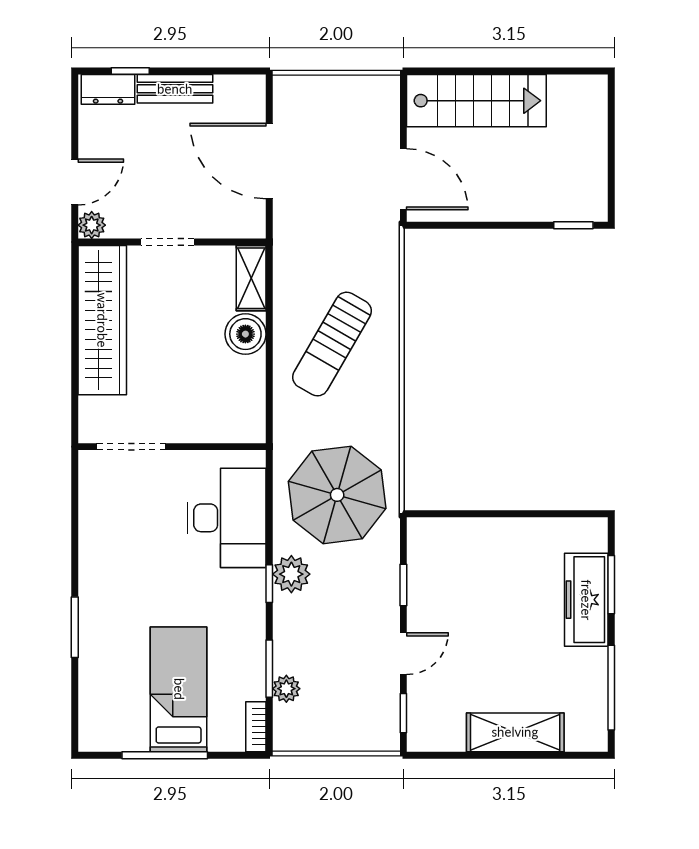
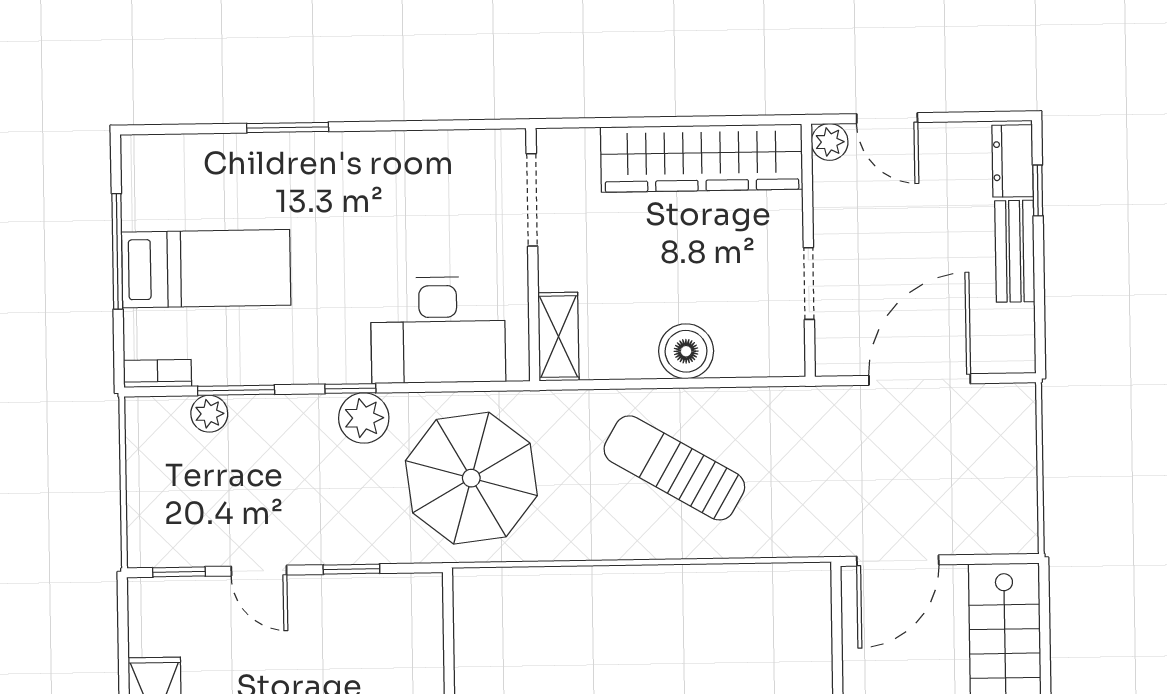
doorway: (168, 242) -> (809, 284), moved
shelving: (251, 278) -> (558, 337), moved, turned 90

